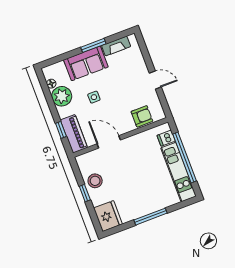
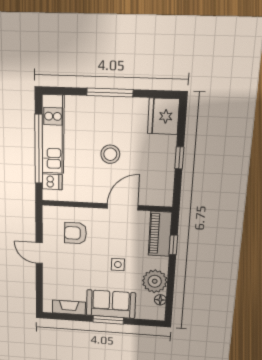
window: (93, 45) -> (108, 320), moved
armchair: (142, 116) -> (75, 233), moved
door: (109, 142) -> (123, 207), swing flipped
stool: (95, 181) -> (110, 154), moved

